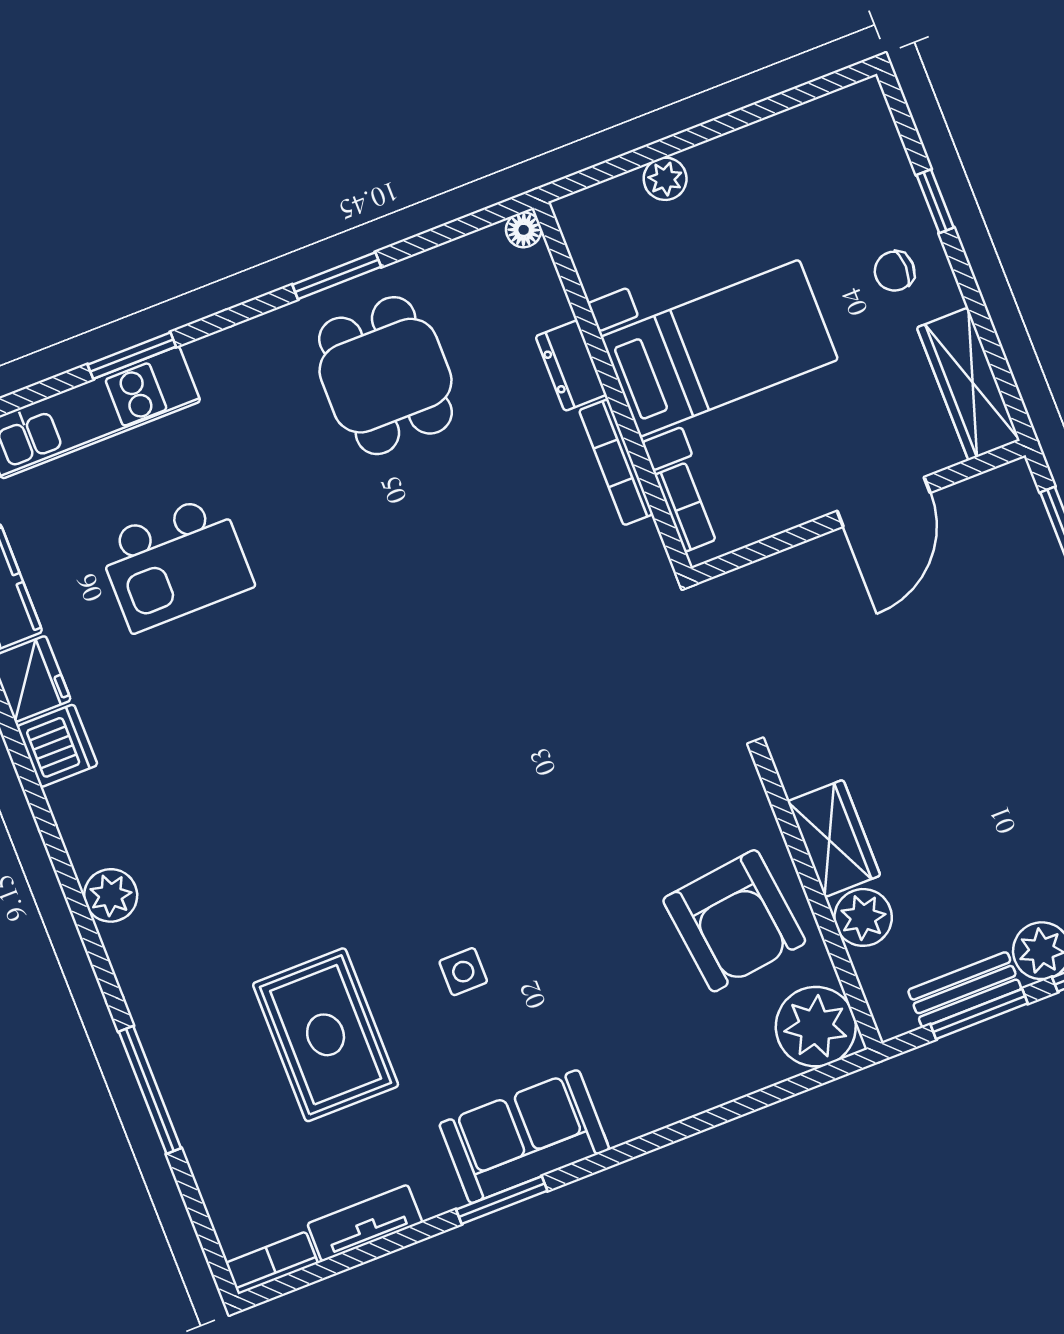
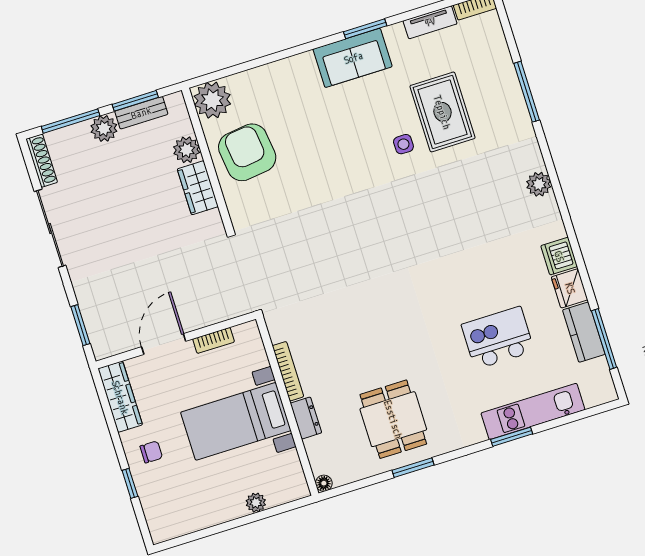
bookcase: (685, 507) -> (214, 340), moved, turned -90
side table: (463, 972) -> (403, 144), moved

